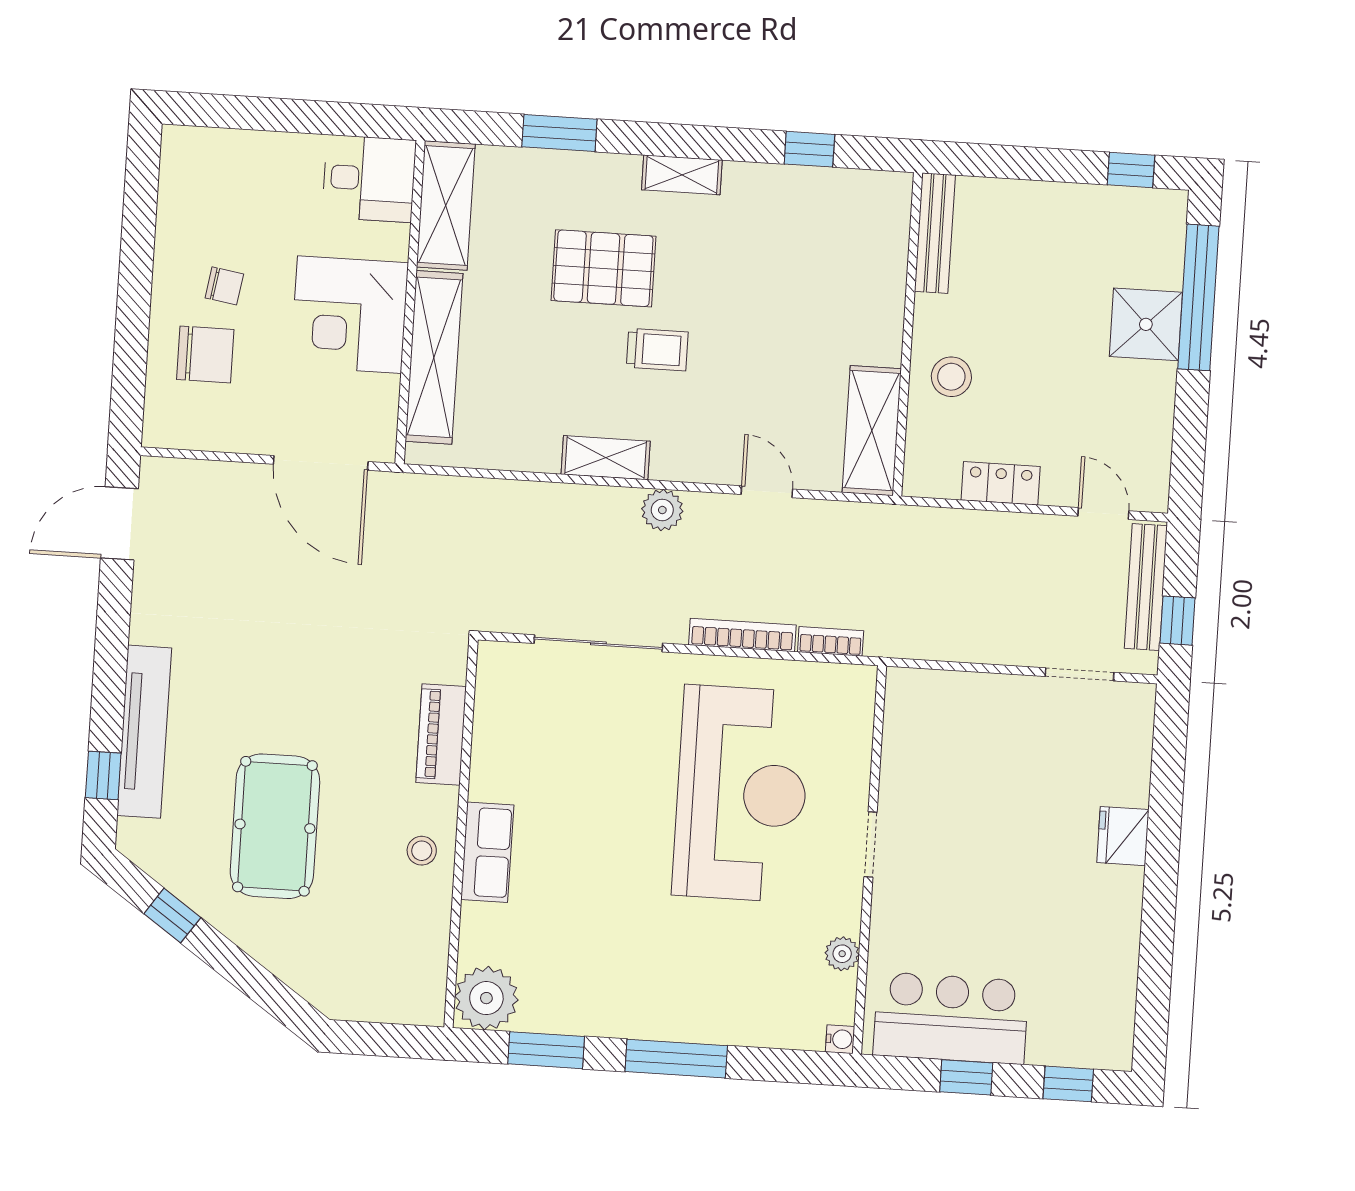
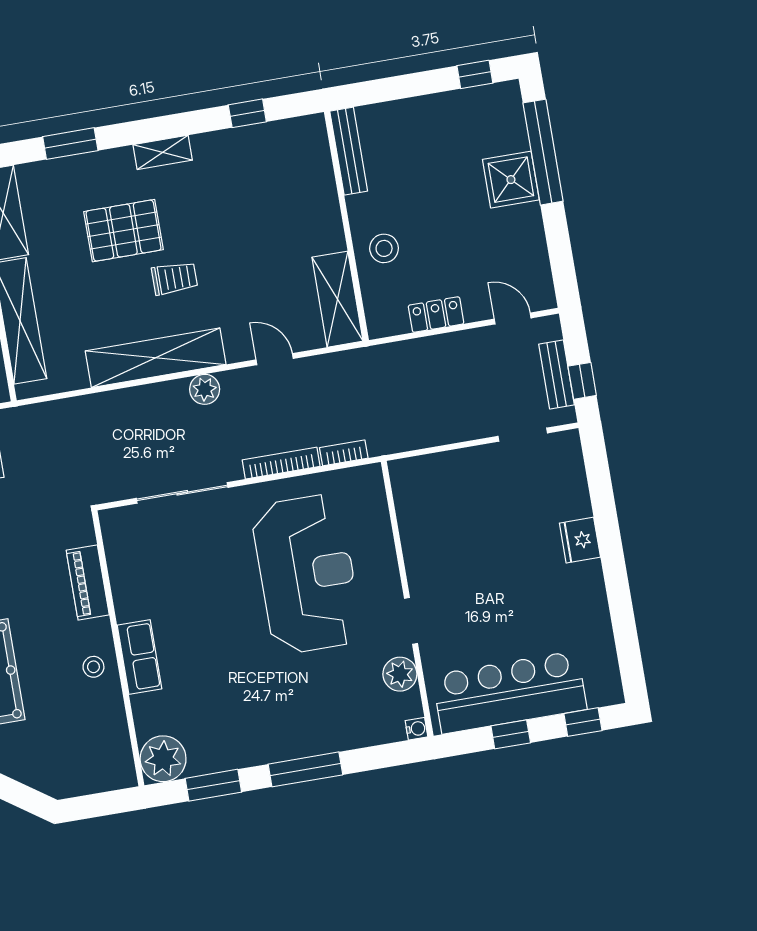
shelving: (606, 458) -> (156, 358), width x2.20, depth x1.33
bench: (1146, 587) -> (557, 374), width x0.73
doorway: (871, 844) -> (411, 621), moved
plant: (842, 954) -> (400, 674), width x1.38, depth x1.38
bar counter: (951, 1018) -> (510, 692), width x1.36

